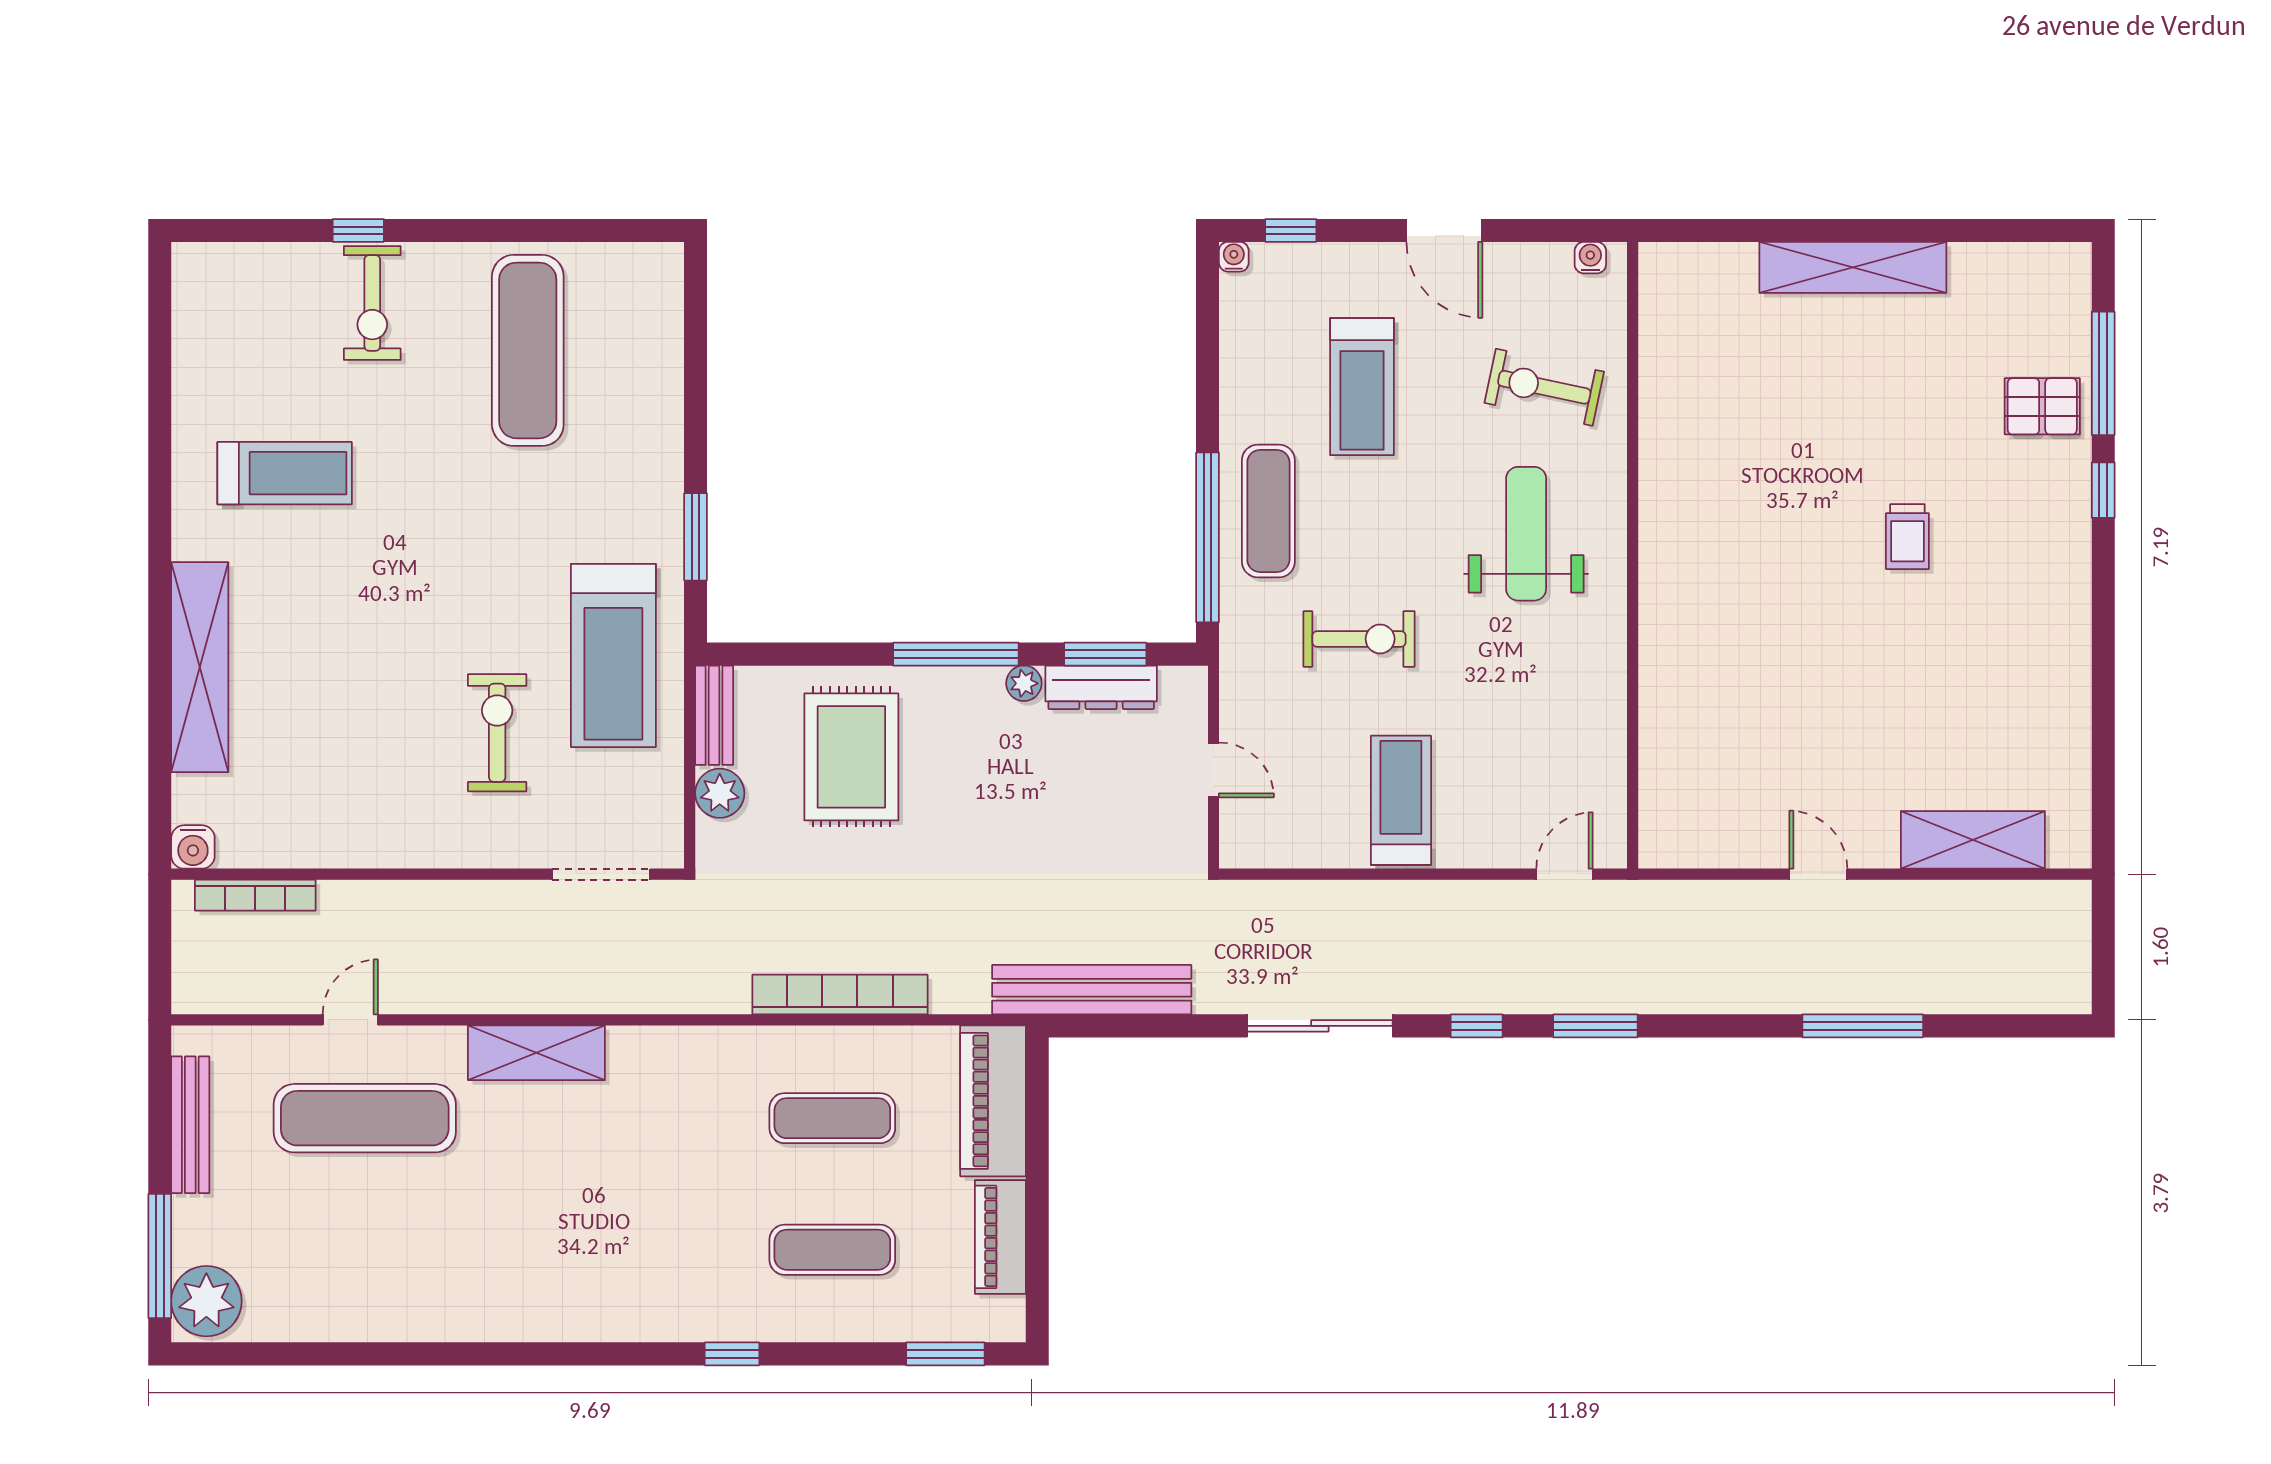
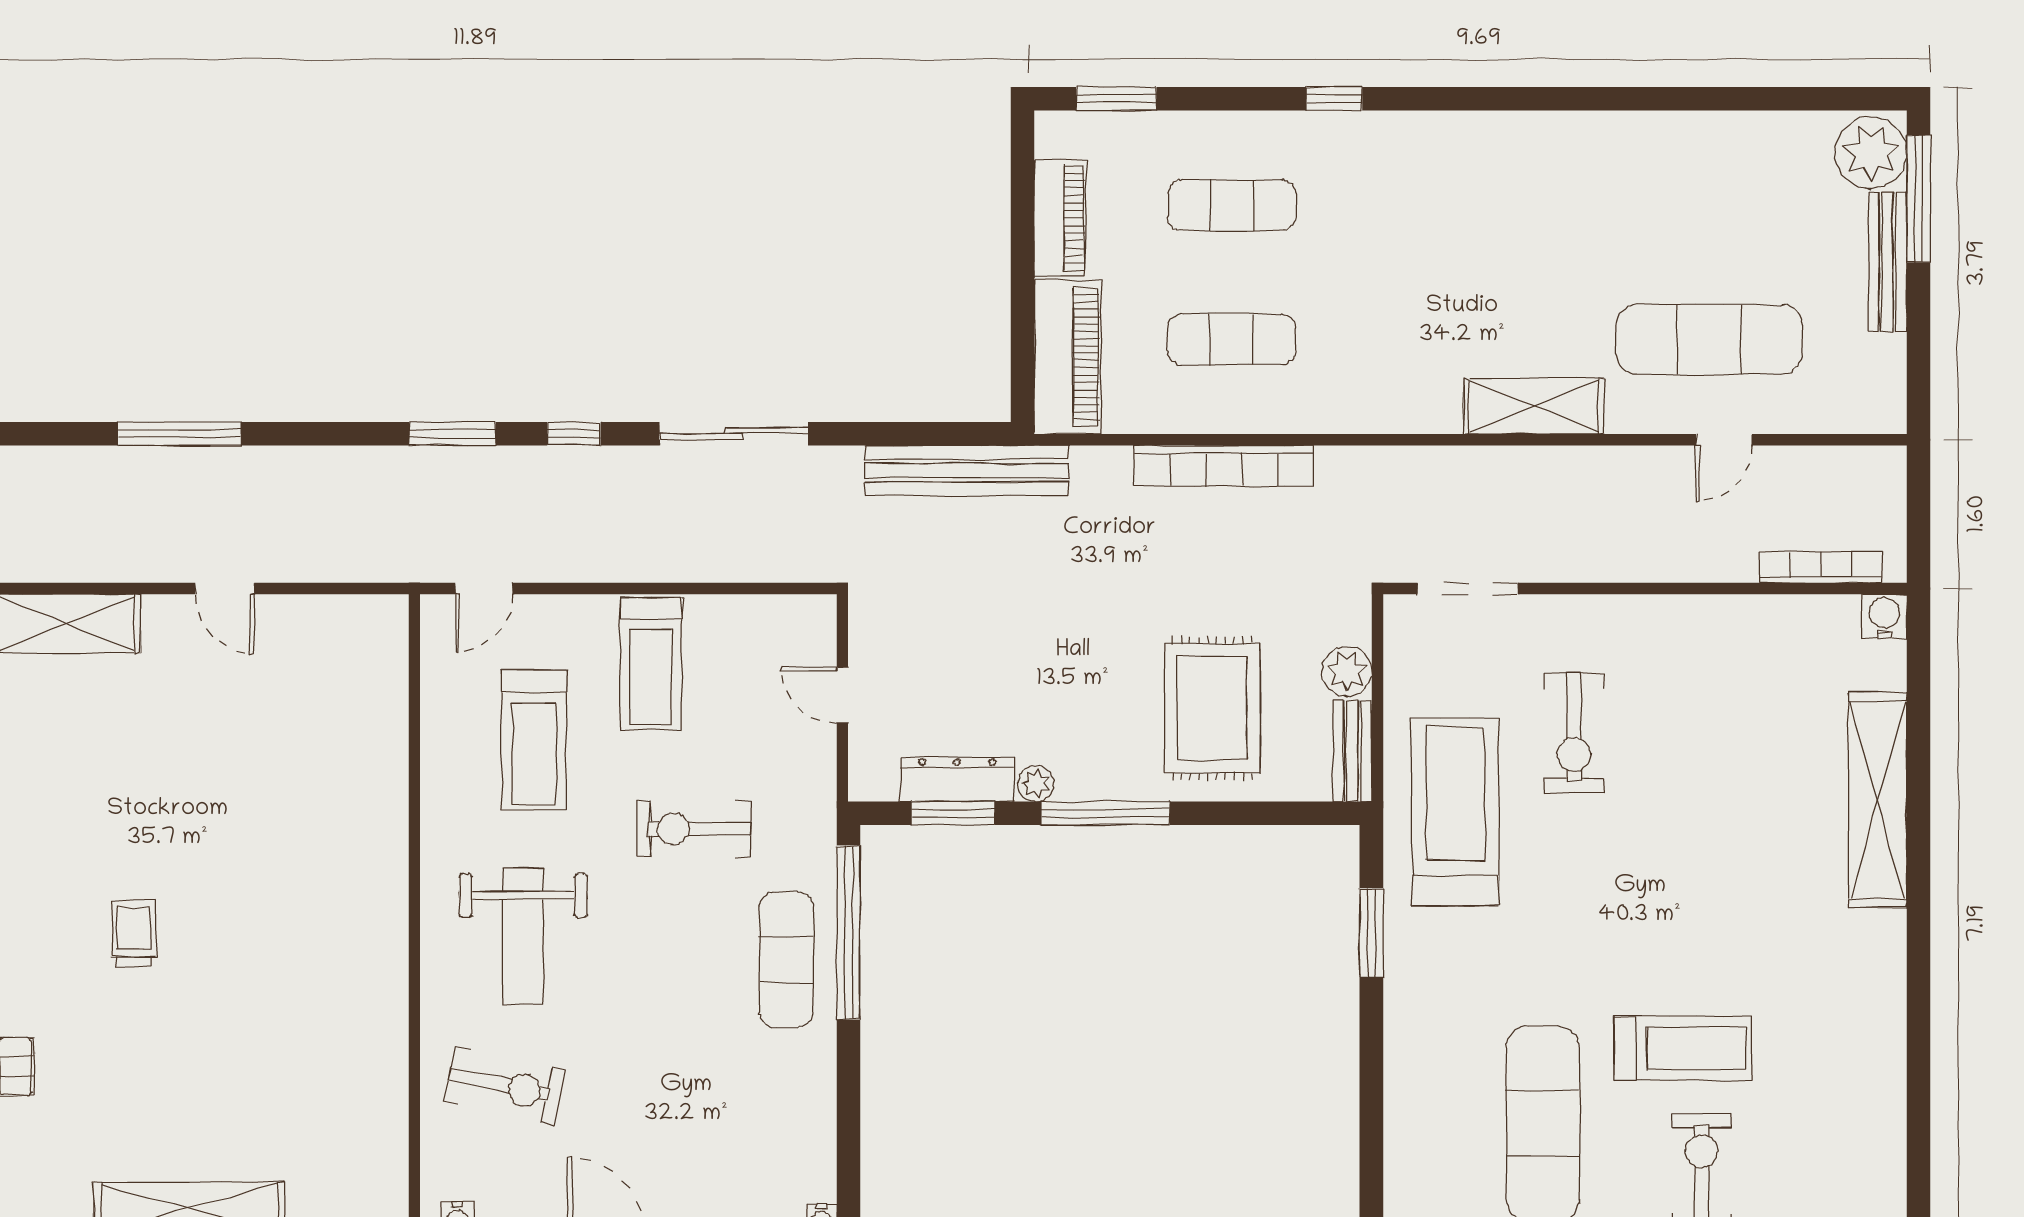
treadmill: (1362, 387) -> (534, 740), moved, turned 180
treadmill: (285, 473) -> (1683, 1048), moved, turned 180
bench: (190, 1125) -> (1887, 262), moved

